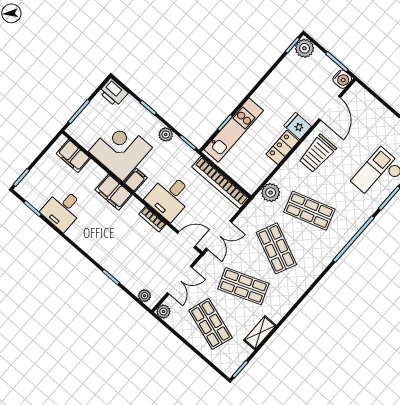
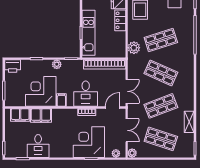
filing cabinet: (114, 192) -> (41, 116), moved
corner desk: (125, 256) -> (89, 142), added

